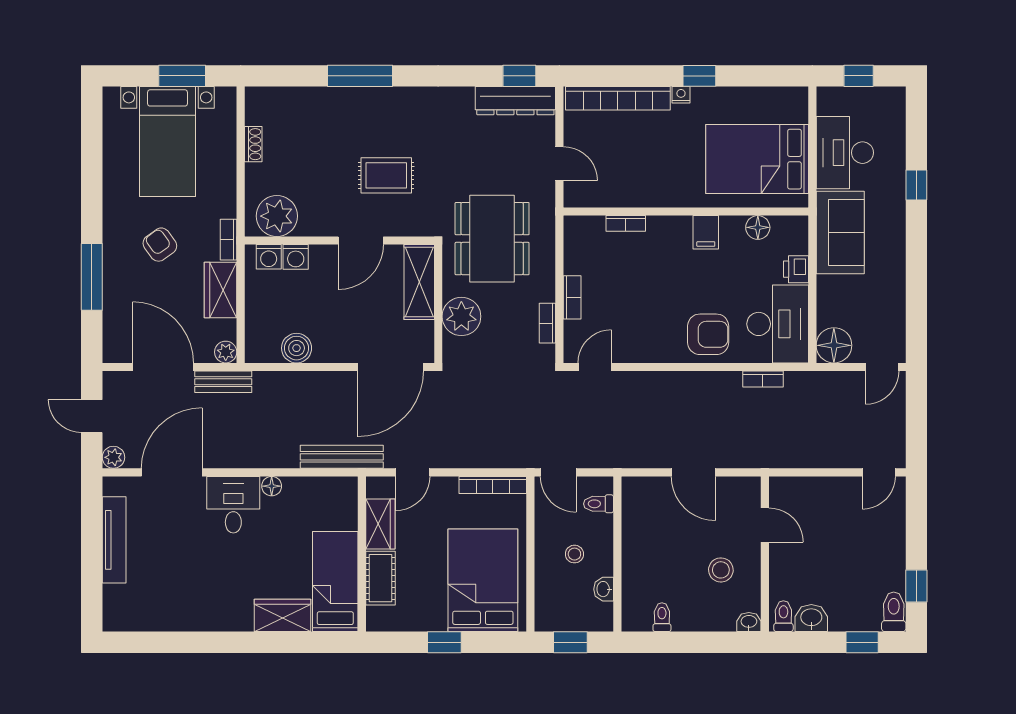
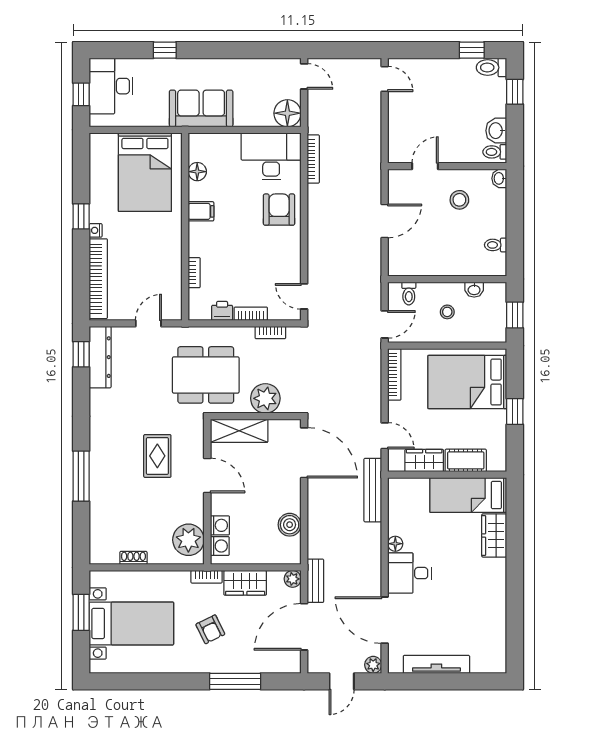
desk: (845, 153) -> (111, 86), moved, turned 90
armchair: (160, 245) -> (210, 629), turned -80
printer: (796, 269) -> (222, 311), moved, turned 180
bookcase: (763, 379) -> (313, 159), width x1.56

